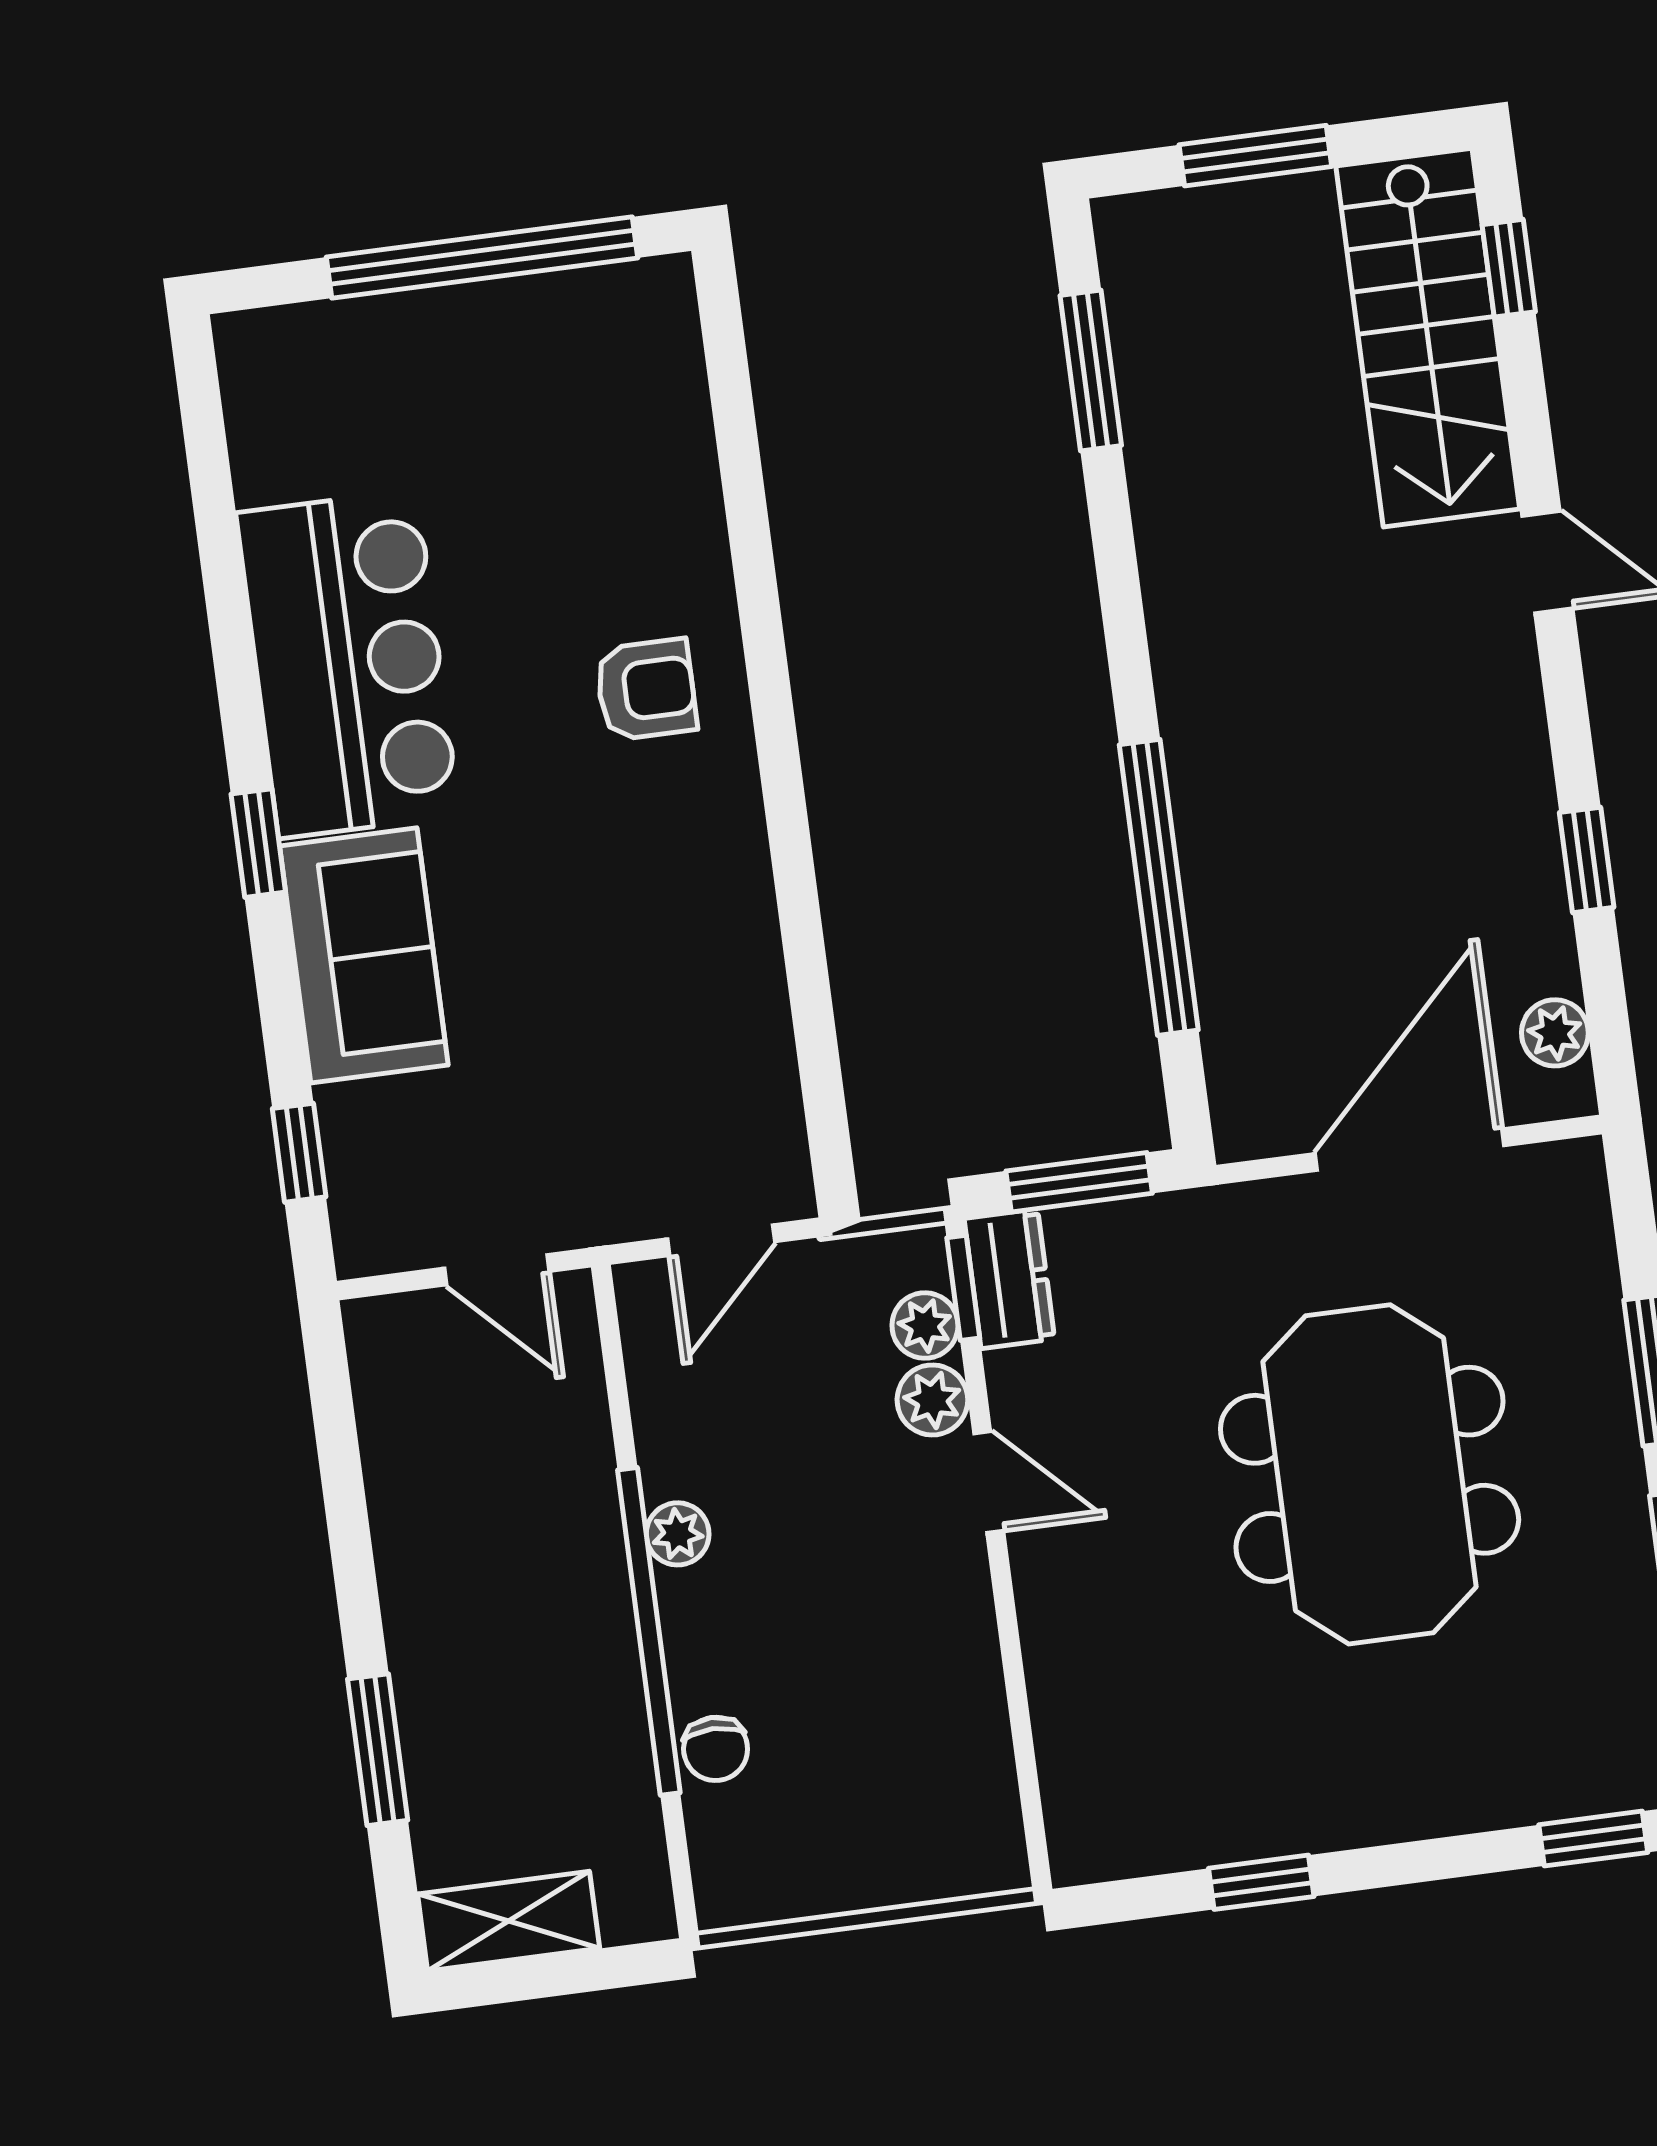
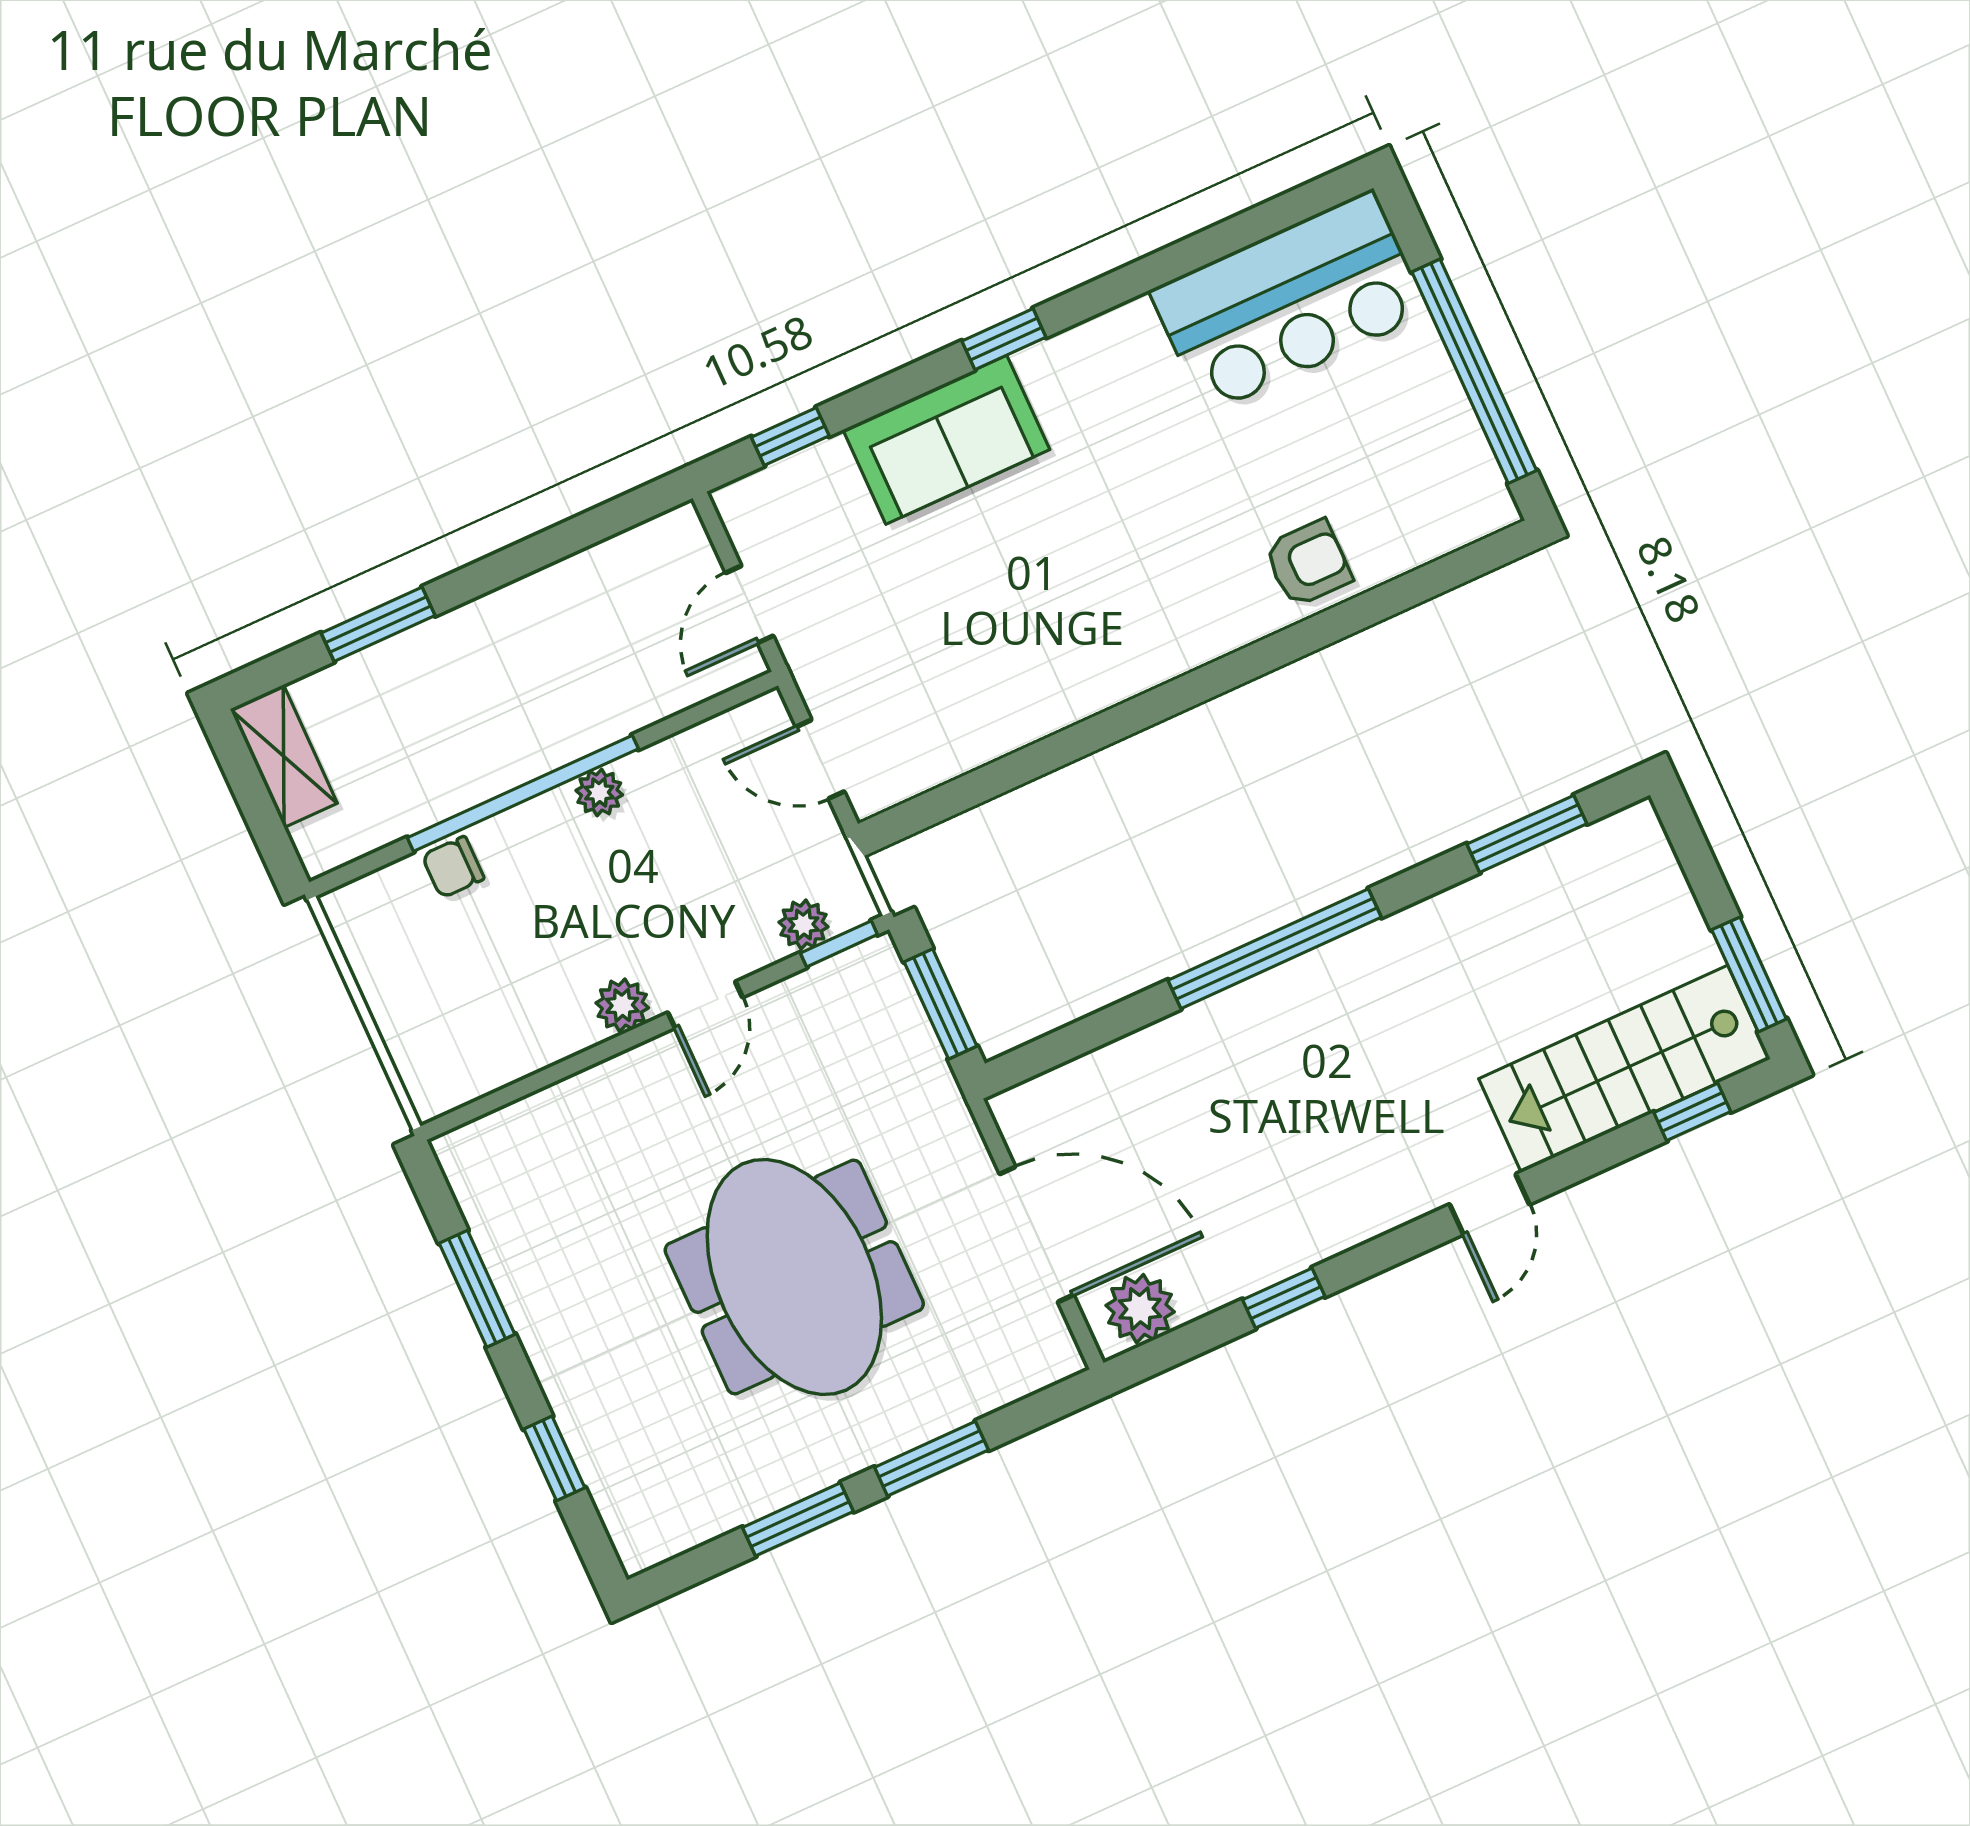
window: (1255, 156) -> (1749, 974), moved
bar counter: (348, 664) -> (1289, 302), moved
armchair: (646, 690) -> (1308, 563), moved, turned -90
window: (1159, 887) -> (1275, 949), moved
plant: (1555, 1033) -> (1140, 1309), width x1.38, depth x1.38
dresser: (1009, 1279) -> (856, 975), removed
plant: (932, 1400) -> (622, 1005), moved
meeting table: (1370, 1474) -> (794, 1277), turned 90
window: (1593, 1839) -> (554, 1458), moved
window: (1261, 1882) -> (477, 1289), width x1.50

